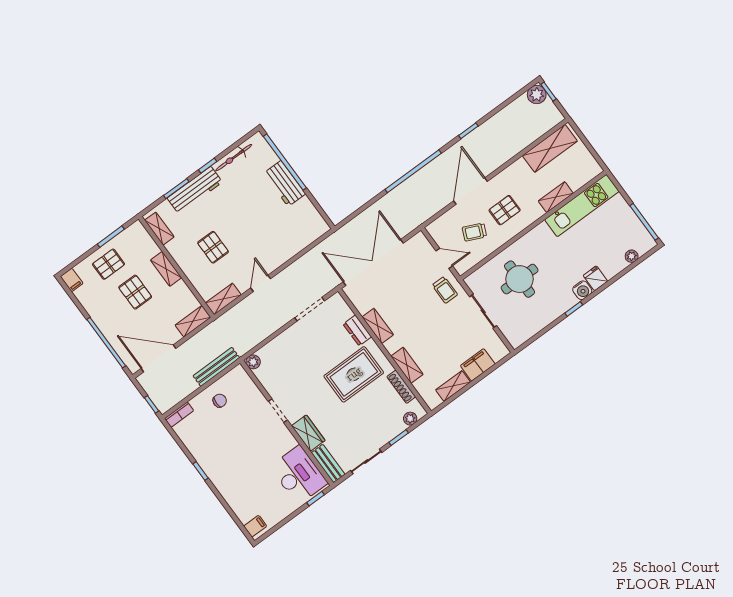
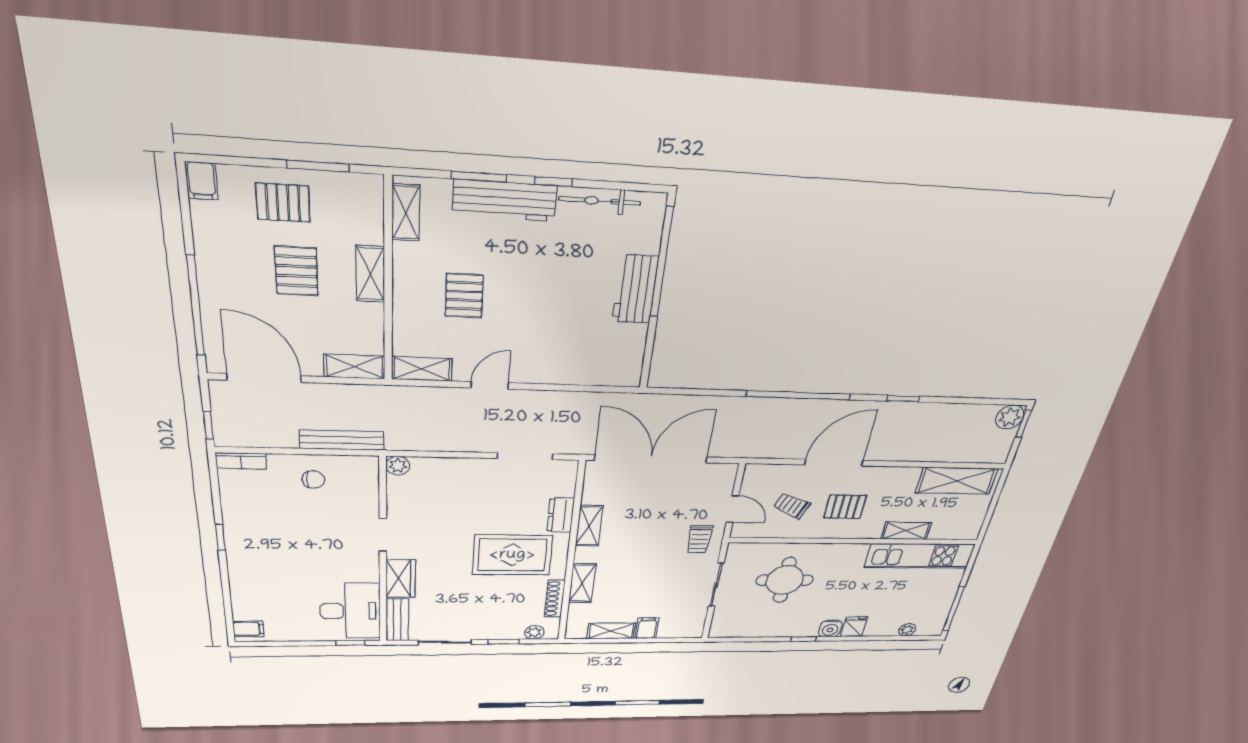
filing cabinet: (478, 365) -> (647, 628), width x0.50

